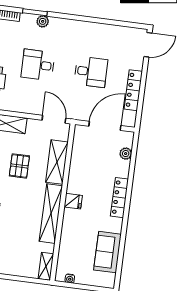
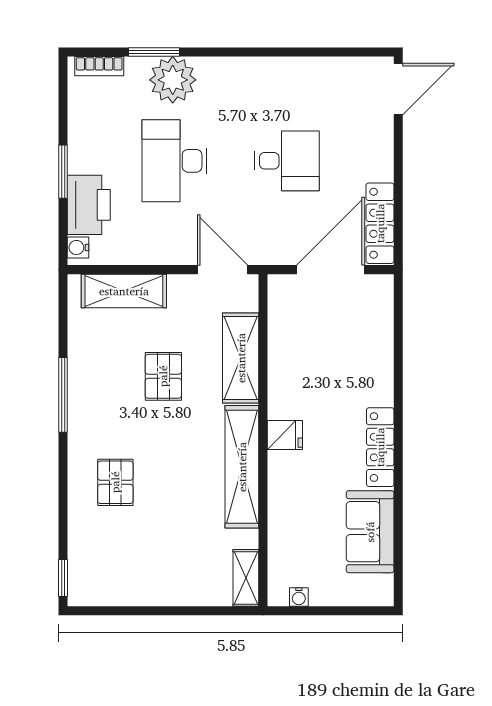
plant: (43, 21) -> (173, 80), width x1.87, depth x1.87
desk: (38, 65) -> (175, 161), width x1.37
locker: (133, 90) -> (380, 223), moved
plant: (126, 154) -> (381, 322), removed
locker: (119, 198) -> (380, 447), moved

